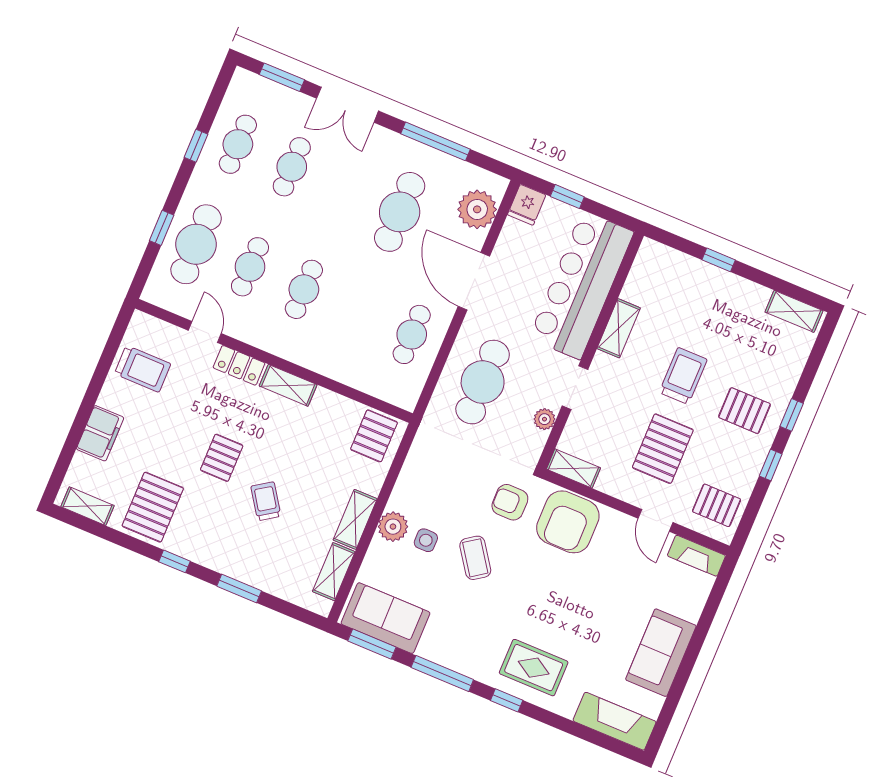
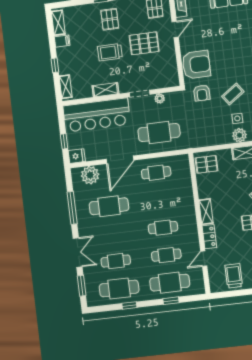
cafe table: (238, 144) -> (119, 288), width x1.37, depth x1.35
filing cabinet: (756, 299) -> (62, 41), added
shelving: (573, 468) -> (66, 87), moved

